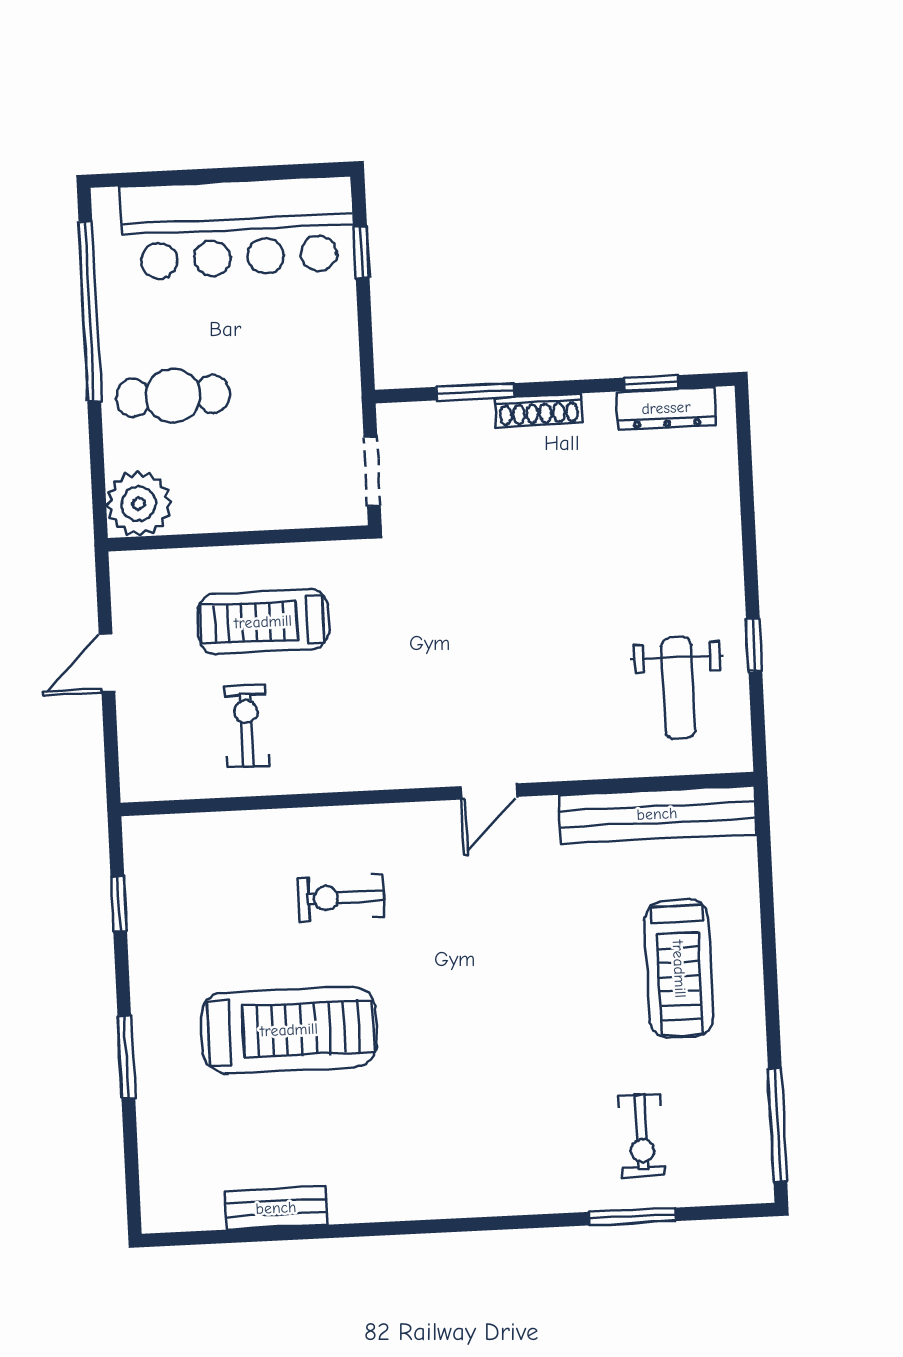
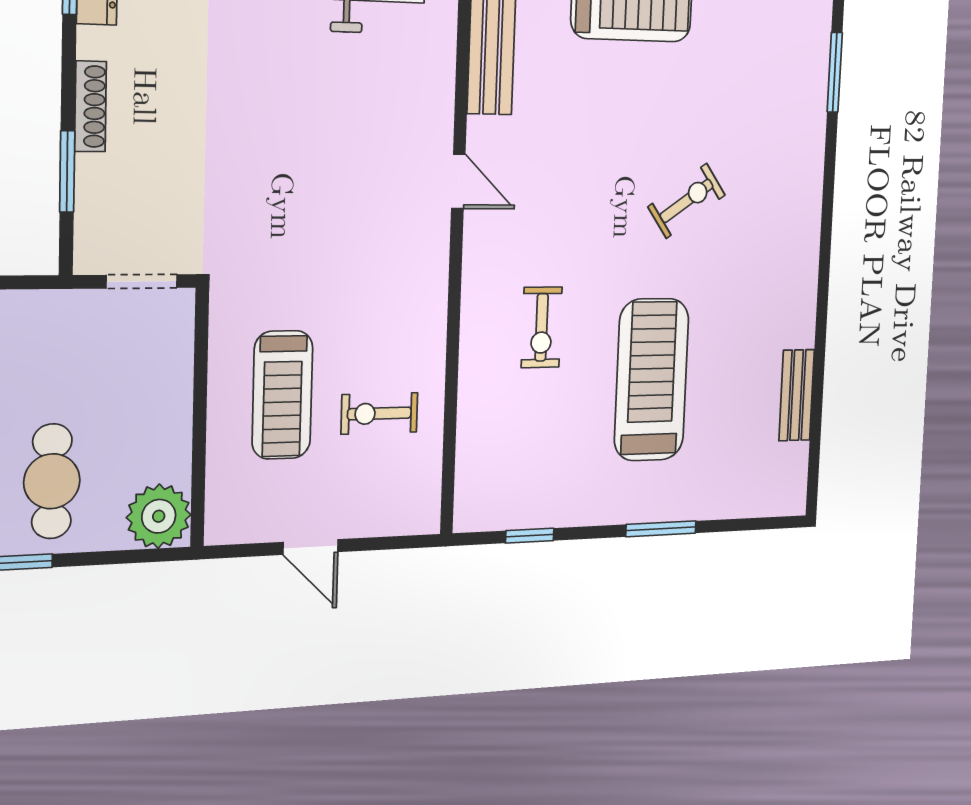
exercise bike: (642, 1136) -> (687, 201), moved, turned -35

